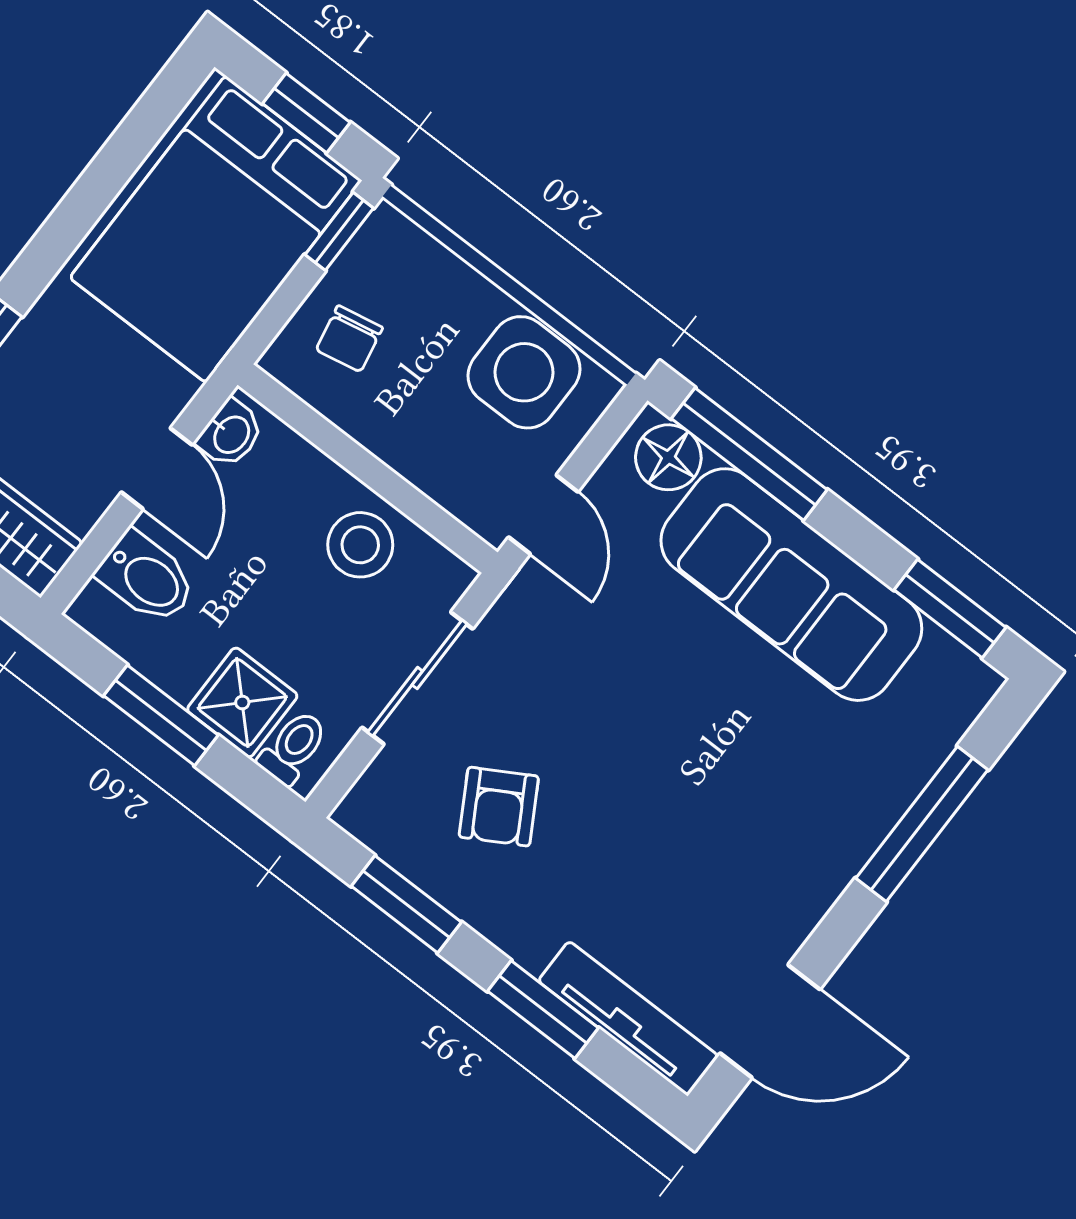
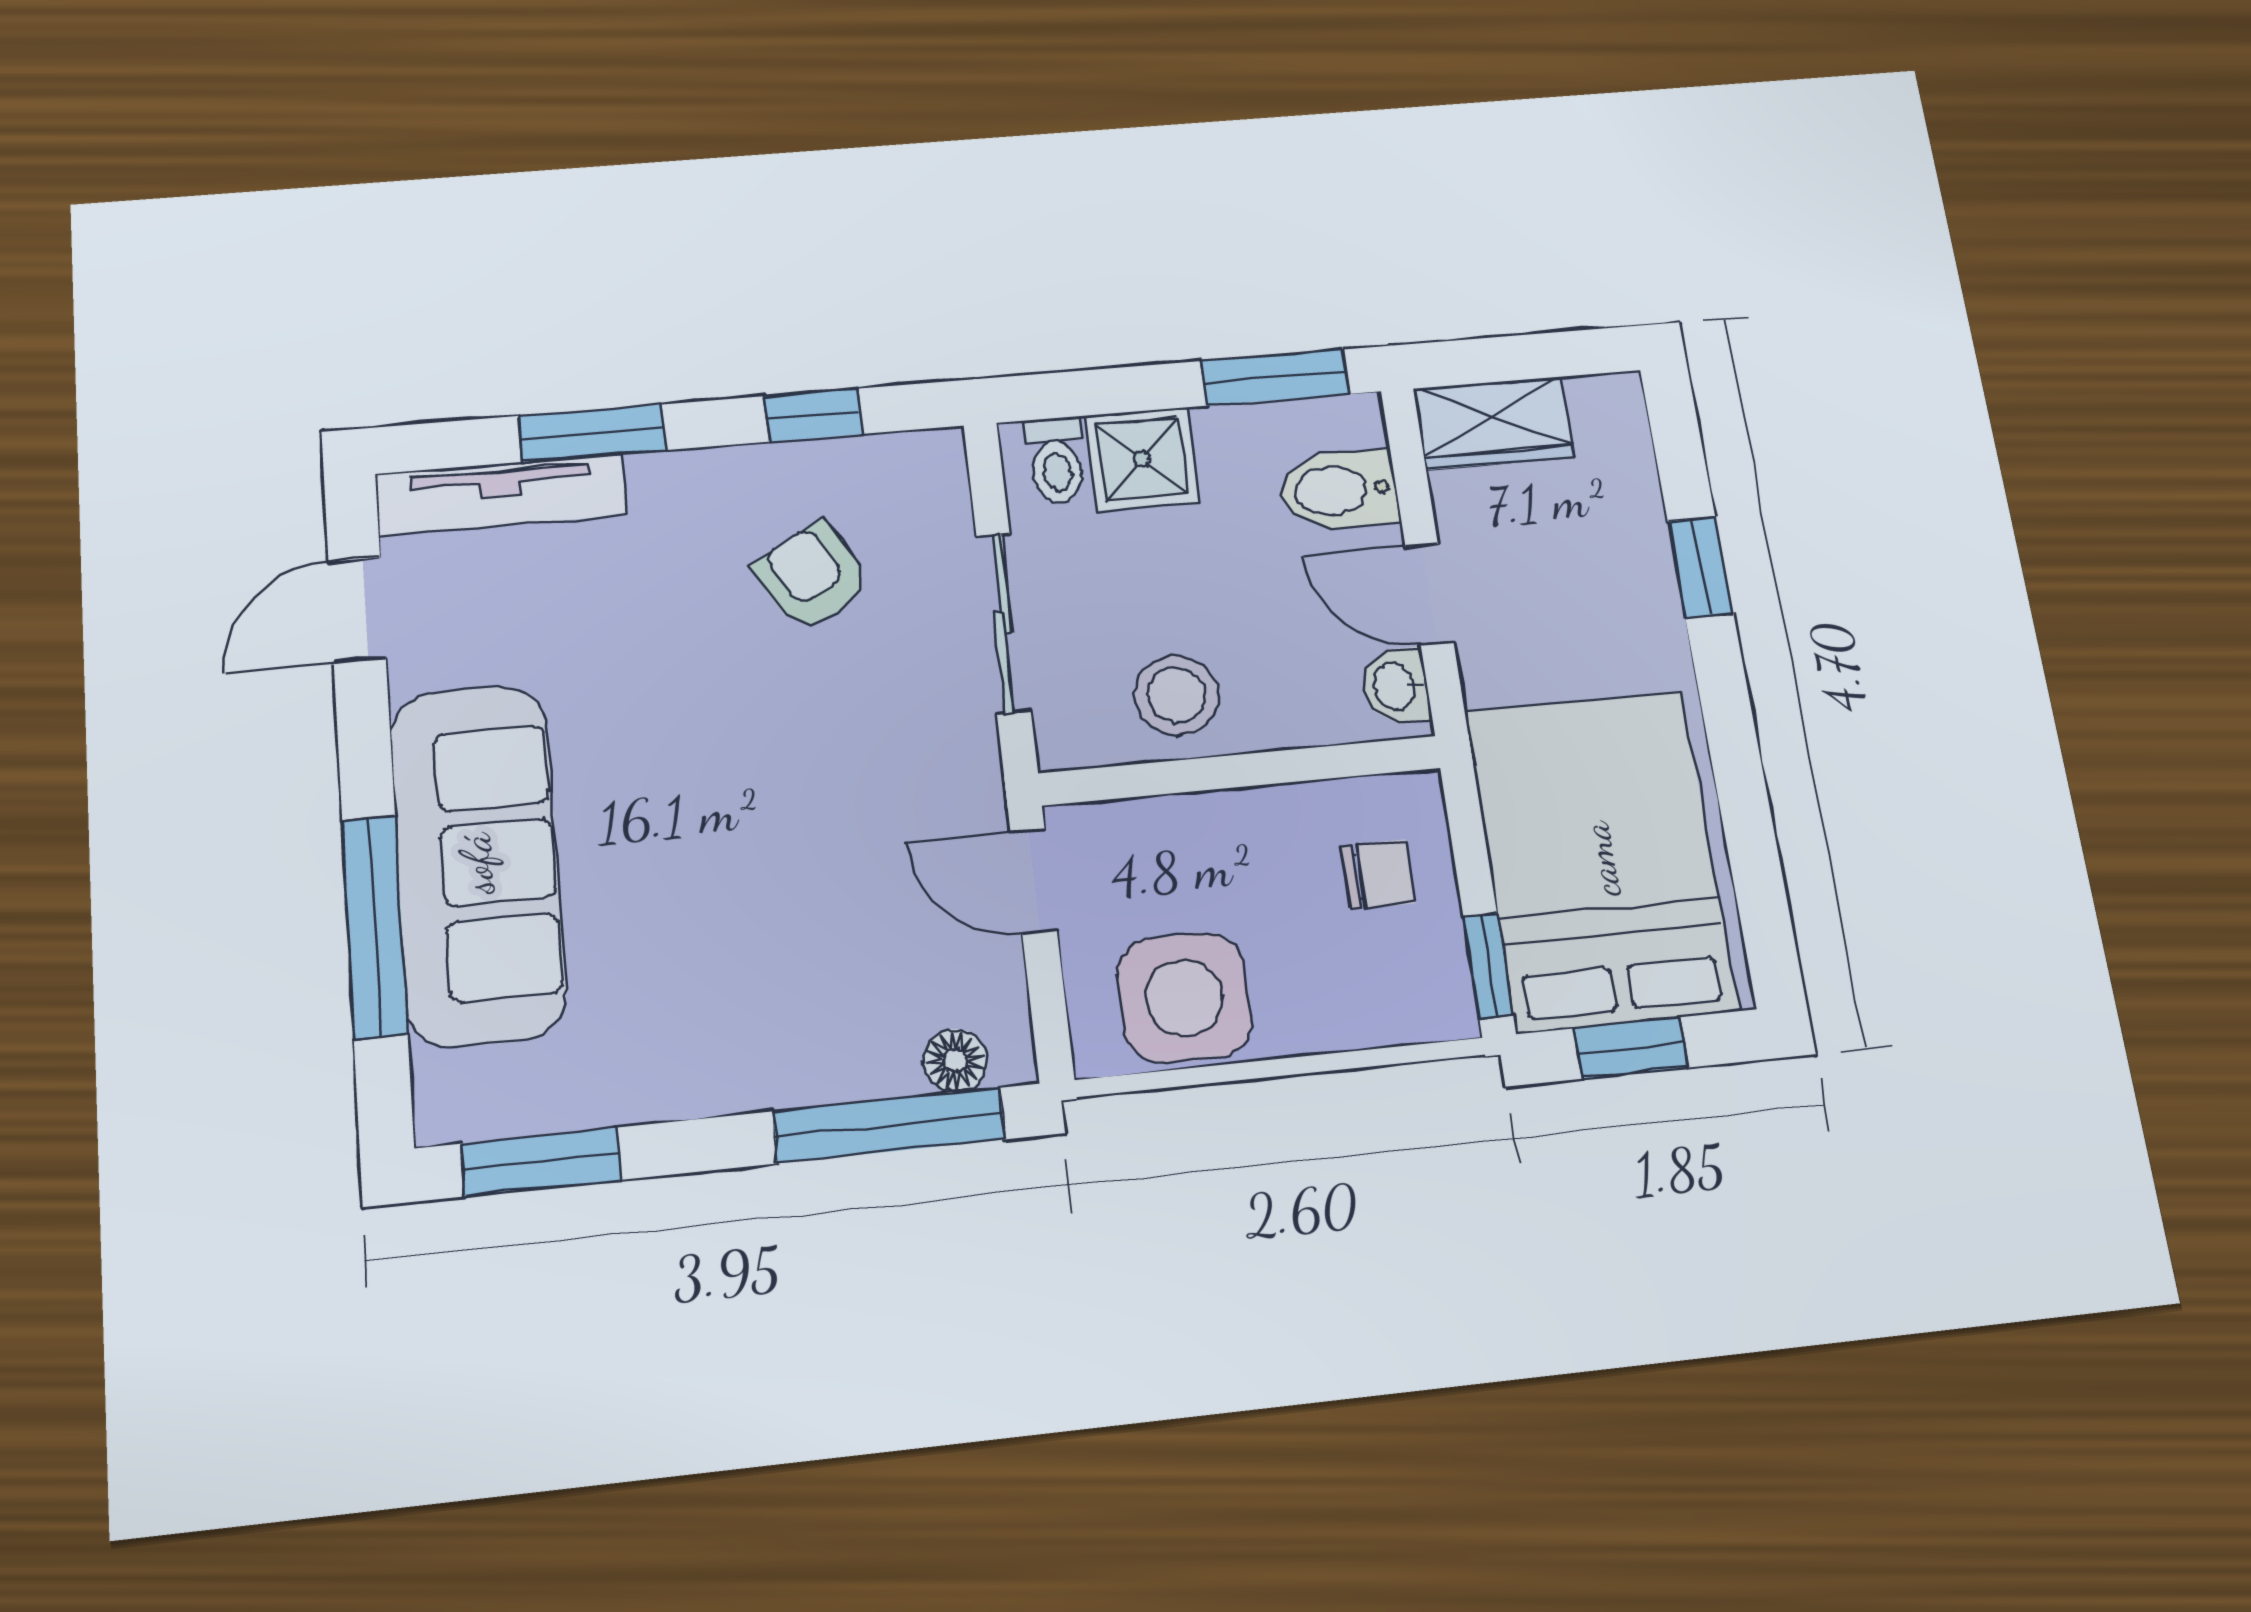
chair: (349, 339) -> (1378, 874), turned 101
floor lamp: (668, 457) -> (955, 1060), width x0.73, depth x0.73
sofa: (791, 585) -> (477, 864), moved, turned 90
window: (161, 715) -> (1275, 378), moved
window: (406, 904) -> (814, 415), width x0.67
door: (770, 1021) -> (357, 610), width x0.73

